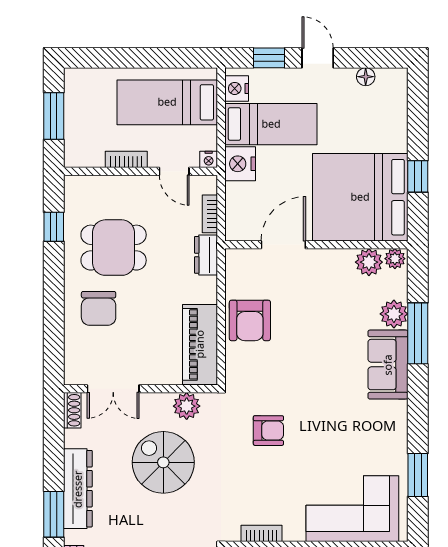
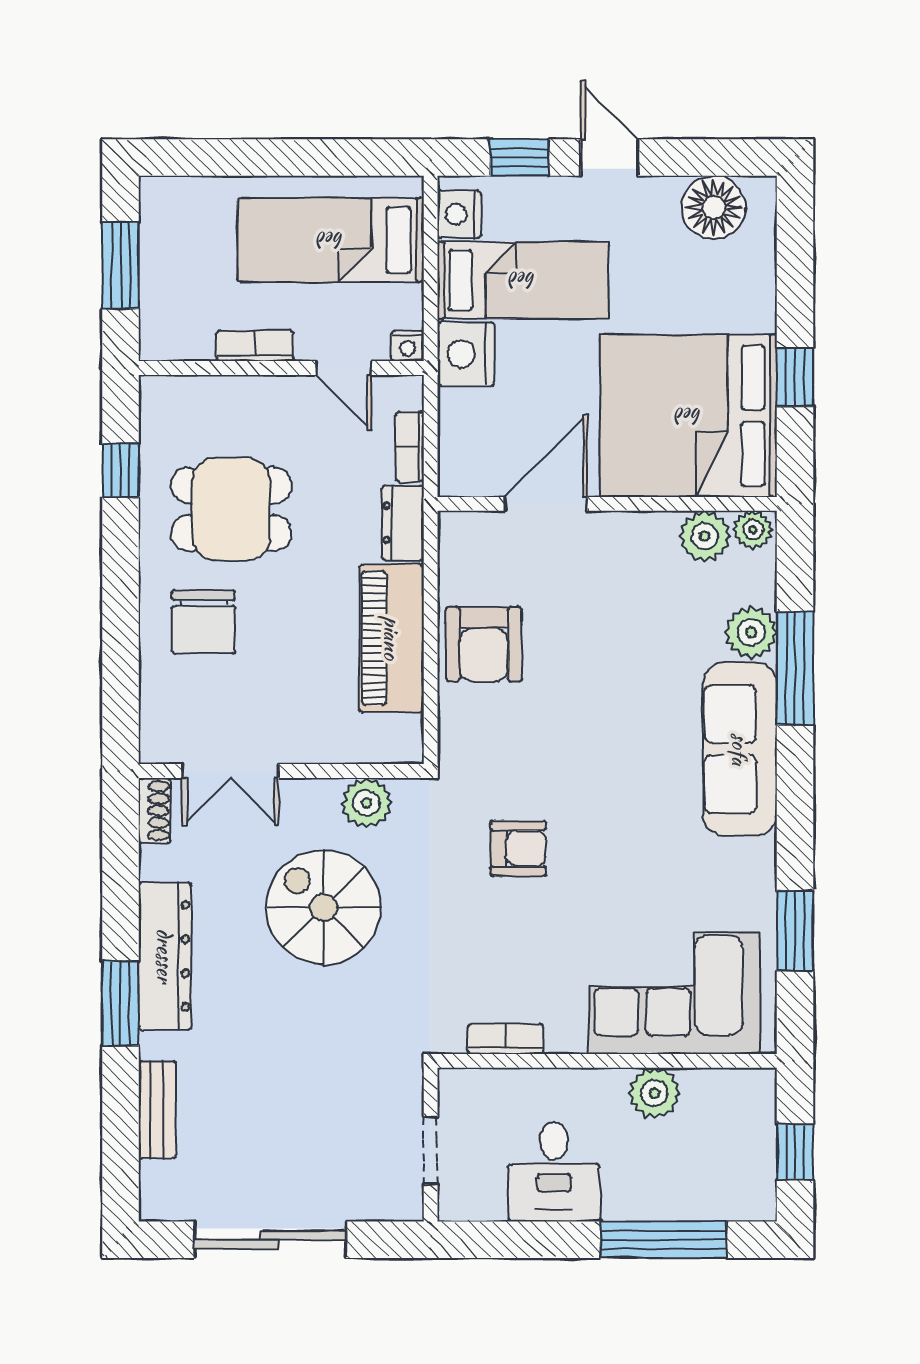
floor lamp: (366, 77) -> (714, 207), width x1.89, depth x1.89
piano: (200, 344) -> (392, 638), moved
sofa: (388, 365) -> (740, 749), width x1.36

